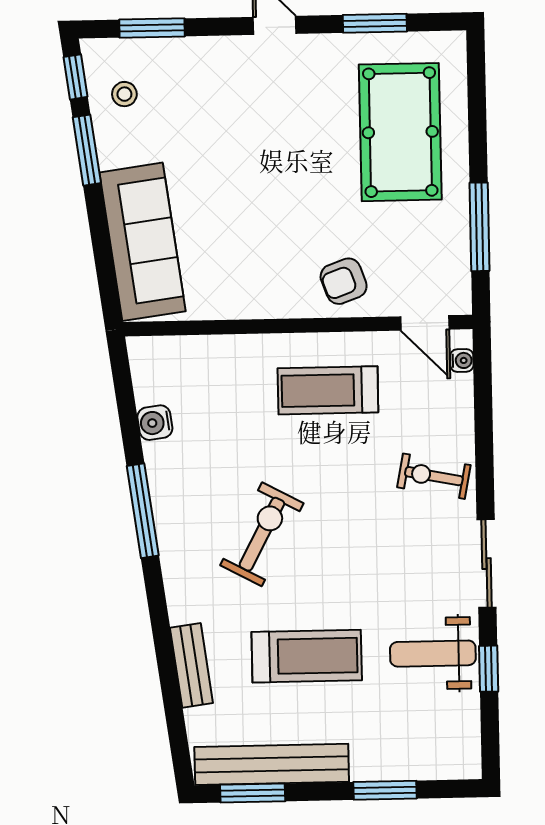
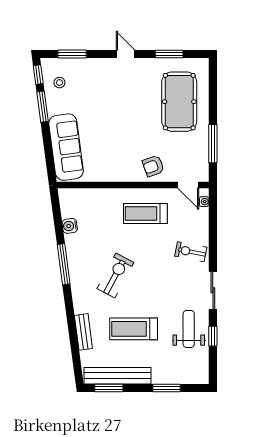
weight bench: (433, 654) -> (189, 329), turned 90
treadmill: (307, 656) -> (134, 329), turned 180

